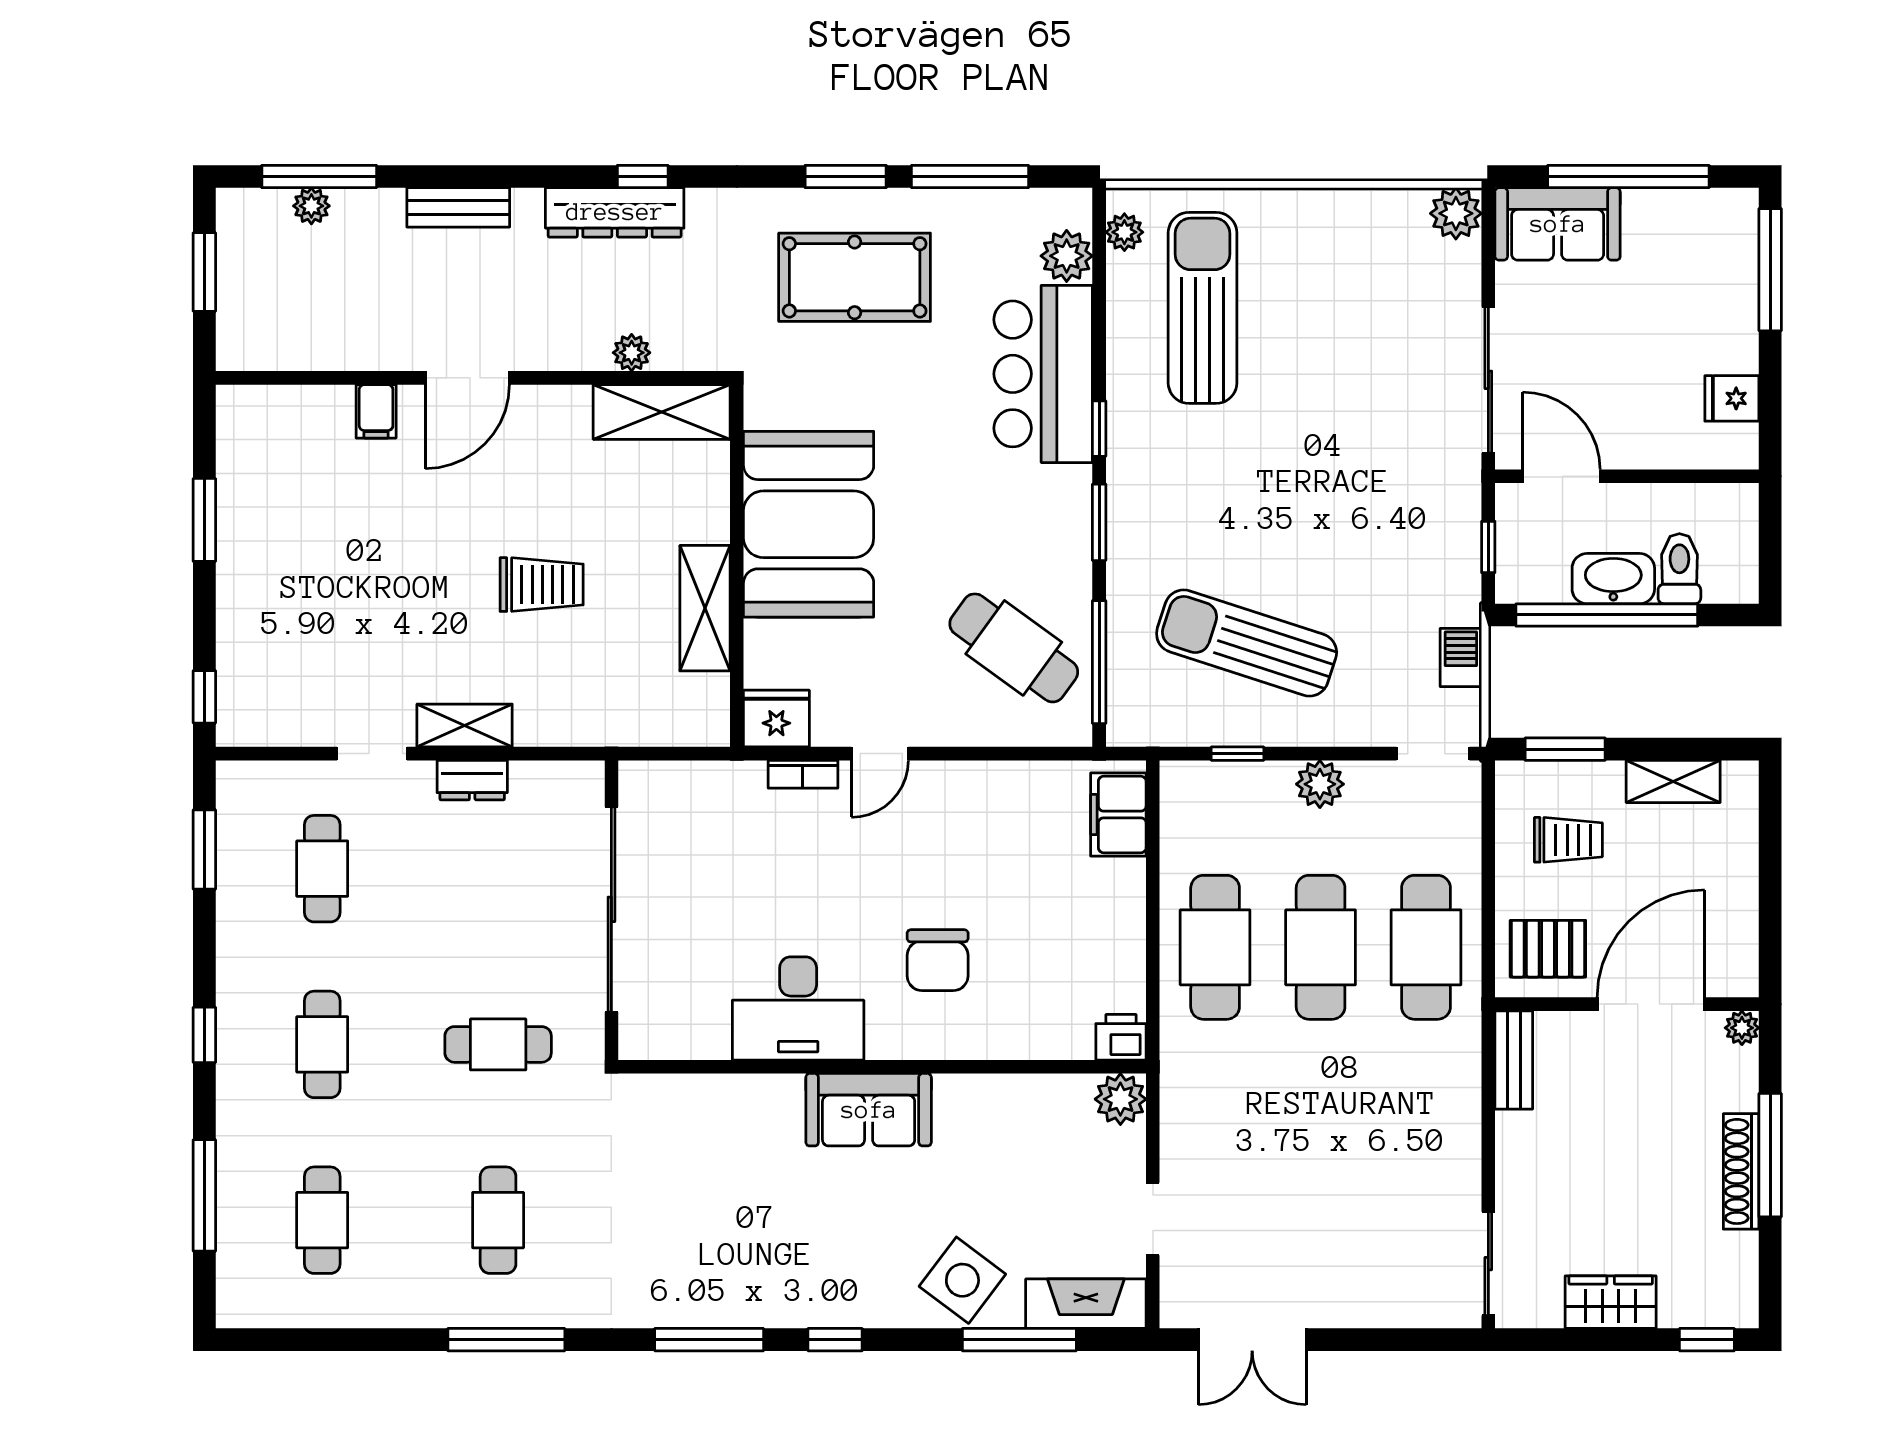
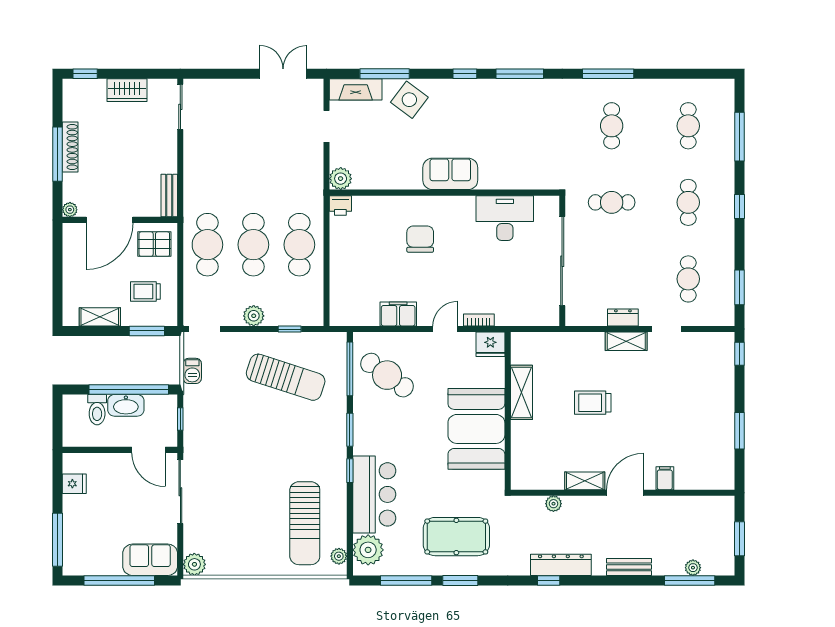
plant: (1067, 256) -> (368, 550), width x1.36, depth x1.36
shelving: (662, 412) -> (585, 481), moved, width x0.67, depth x0.75
filing cabinet: (1118, 815) -> (398, 314), moved, turned -90
desk: (798, 1008) -> (505, 218), moved

